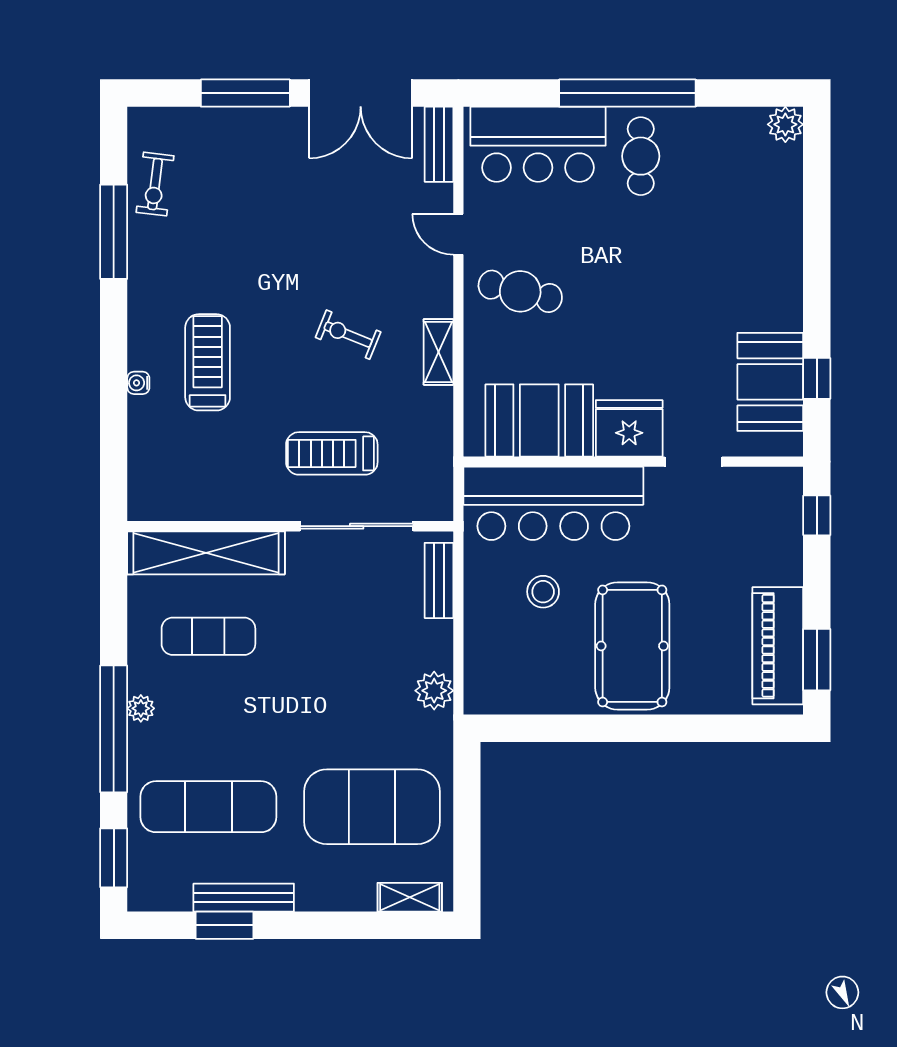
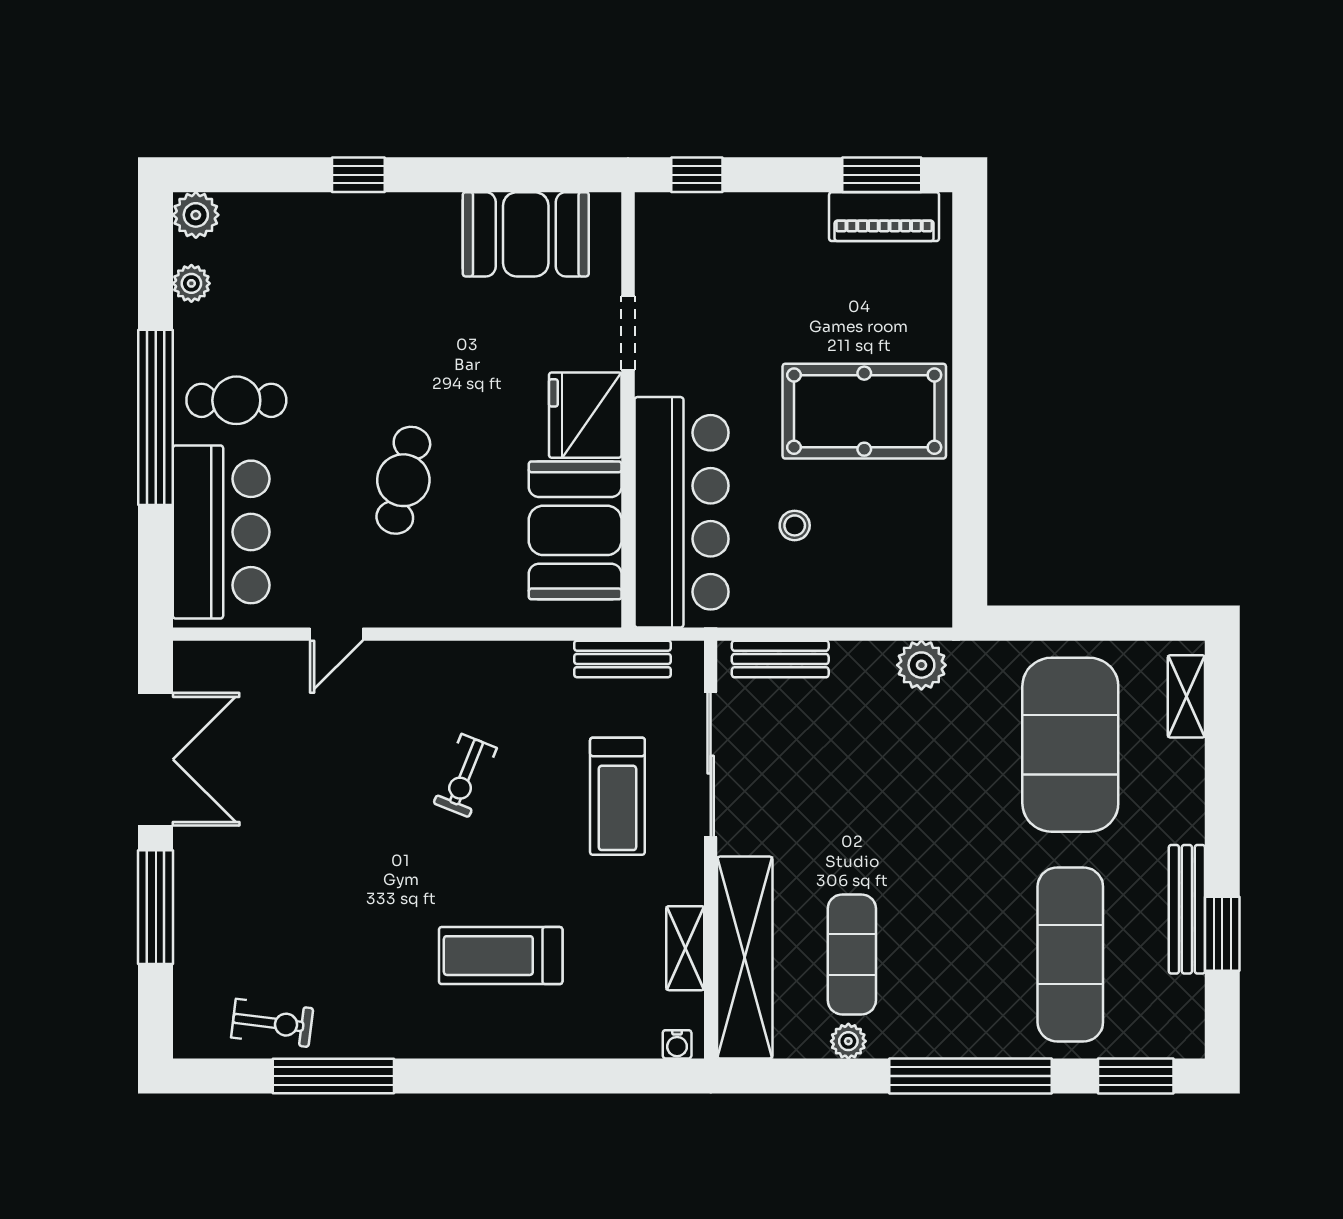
plant: (732, 121) -> (191, 283), added
bench: (439, 144) -> (622, 659), moved
cafe table: (520, 291) -> (403, 480), moved
shelving: (438, 352) -> (685, 948), moved, turned 90
window: (817, 378) -> (358, 175), moved
water cooler: (138, 383) -> (677, 1044), moved
stool: (543, 592) -> (795, 525), width x0.73, depth x0.73
piano: (778, 646) -> (884, 217), width x0.73, depth x0.75
plant: (141, 708) -> (848, 1041), moved

